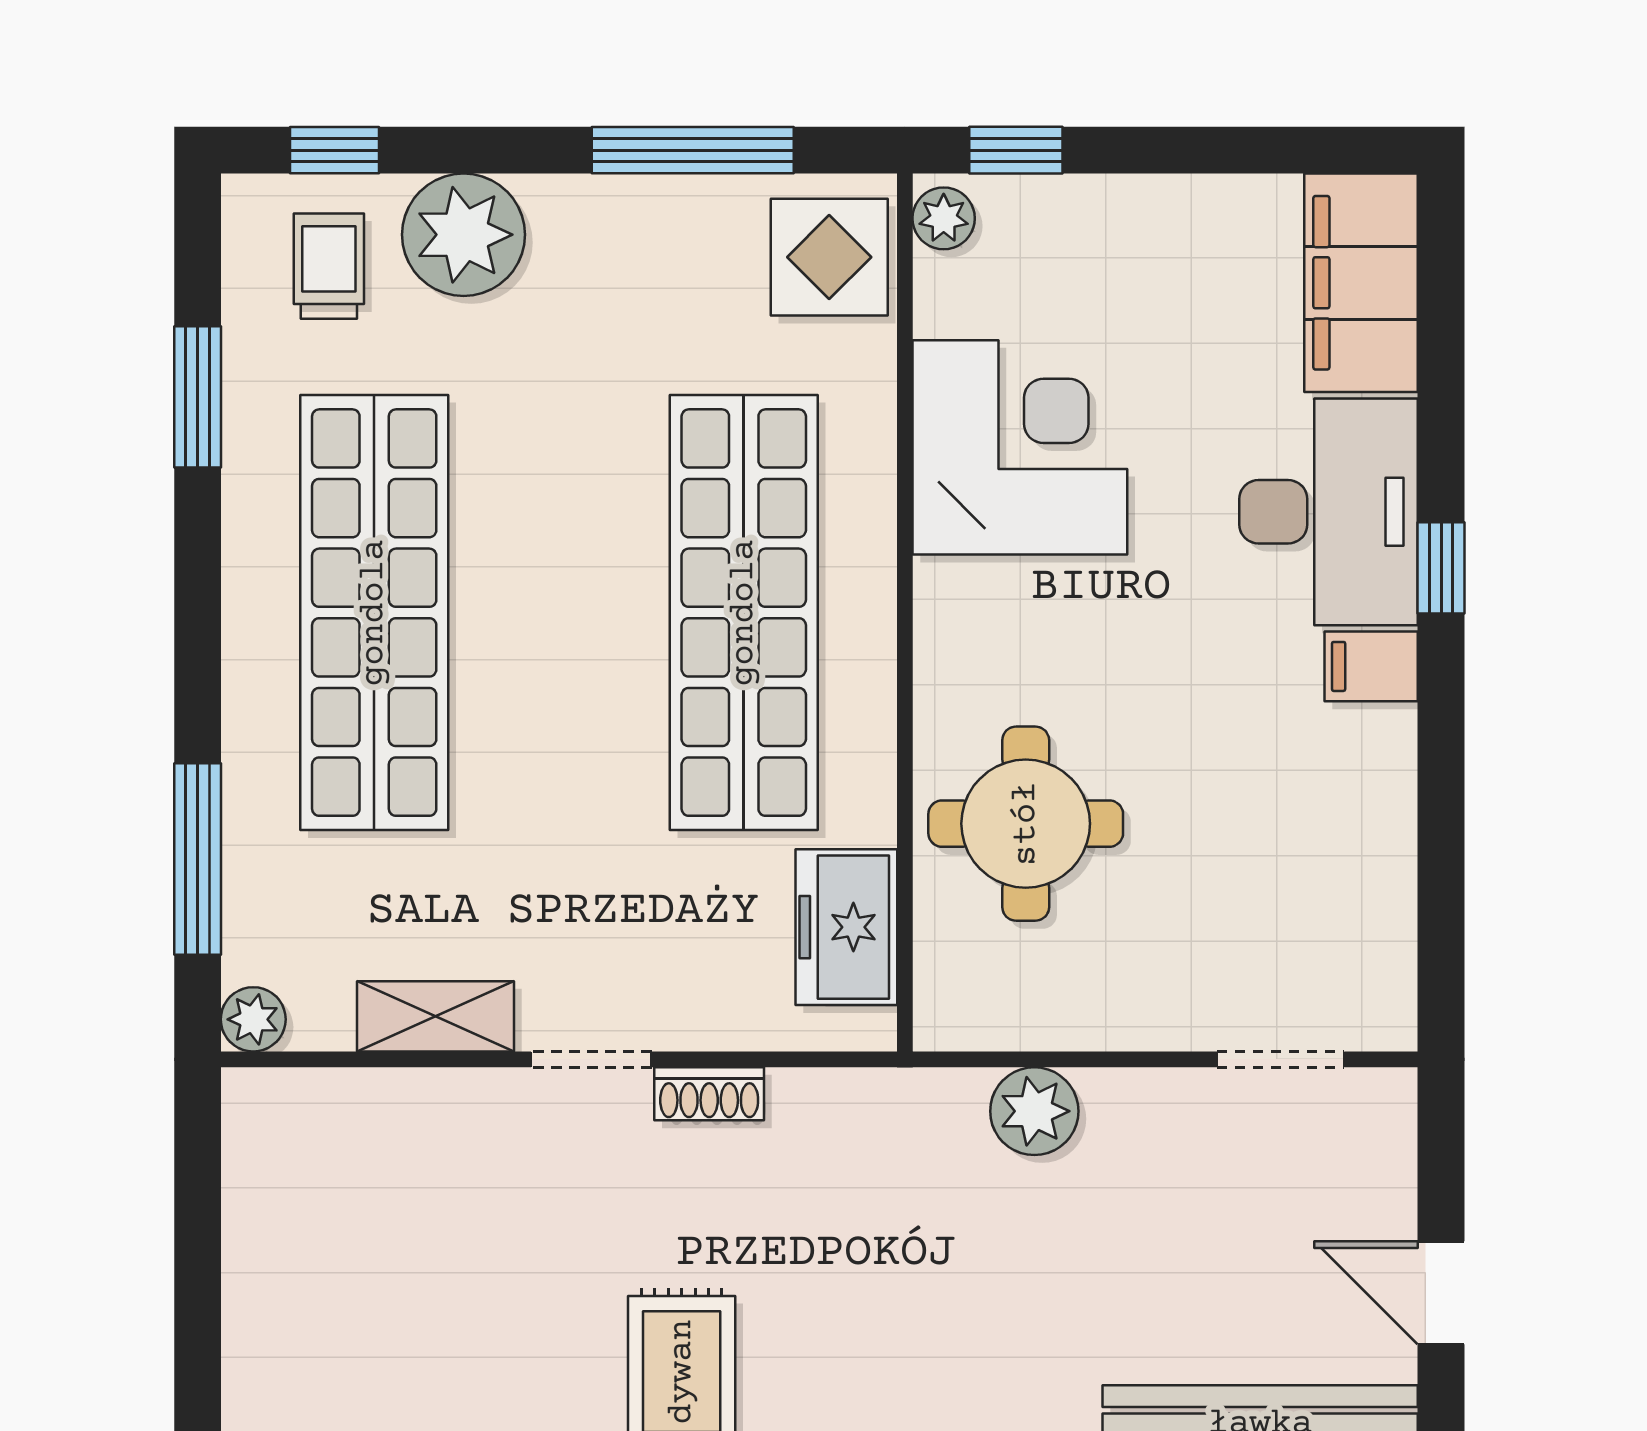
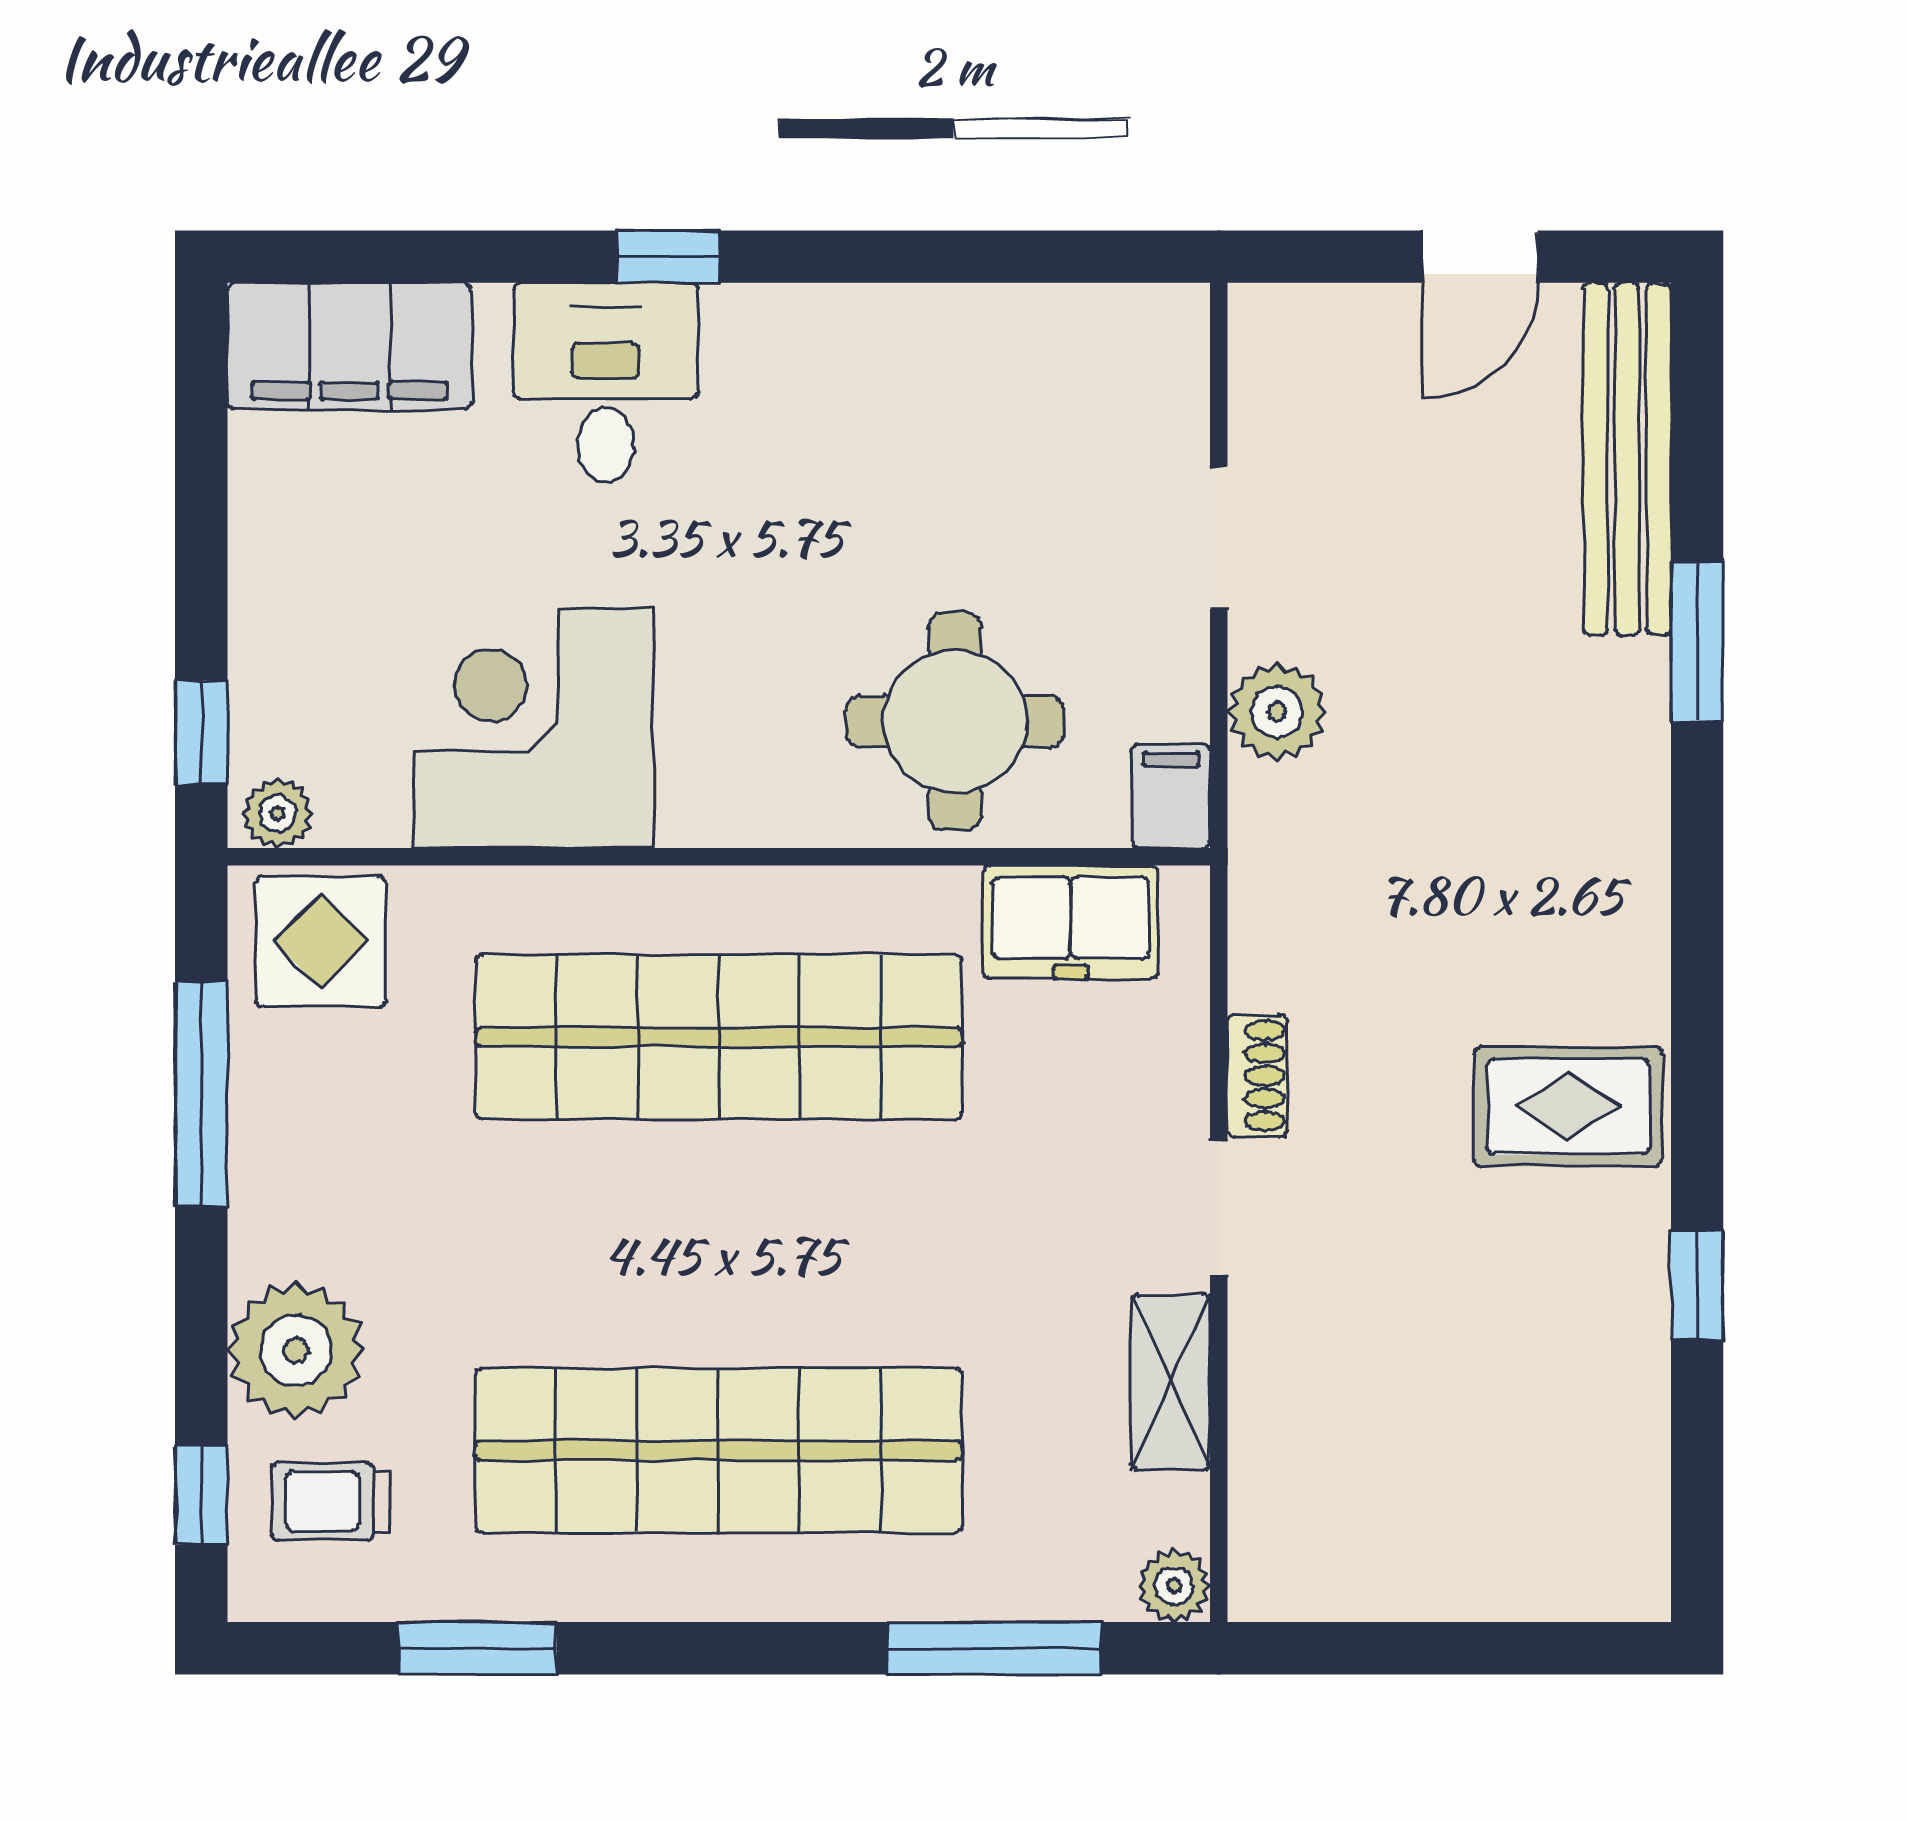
desk: (1329, 512) -> (606, 383), width x0.73
filing cabinet: (1371, 666) -> (1171, 796), moved, turned 180
doorway: (1281, 1059) -> (1219, 538), moved

